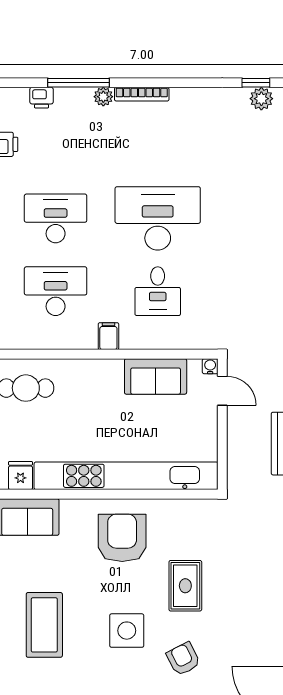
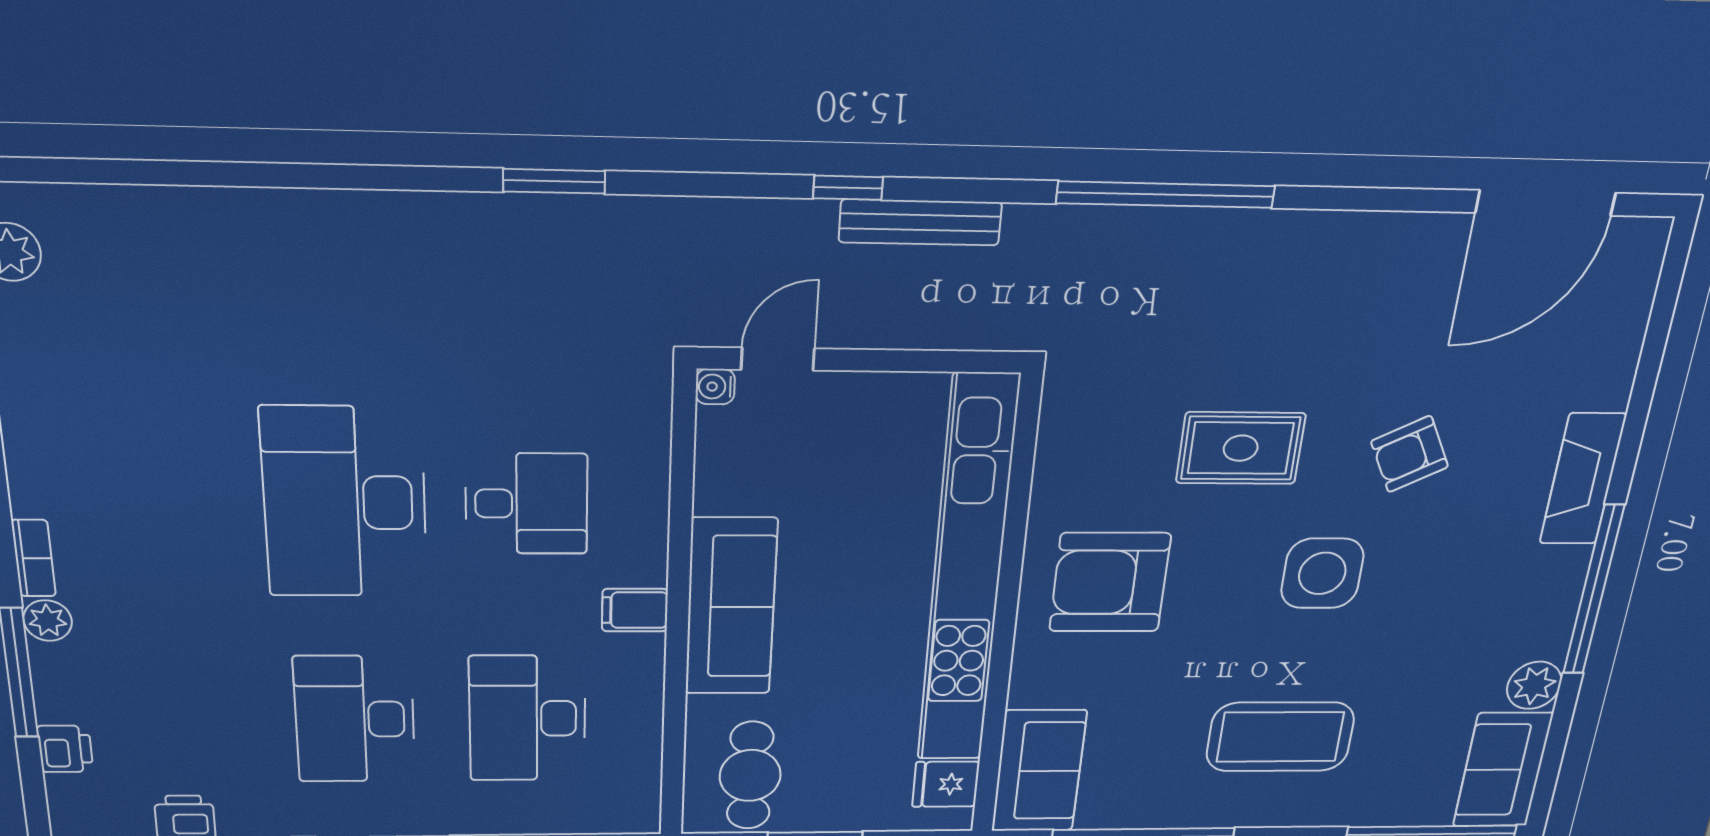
bookcase: (142, 94) -> (34, 558), width x0.64
sofa: (156, 376) -> (731, 607), moved, width x1.36

